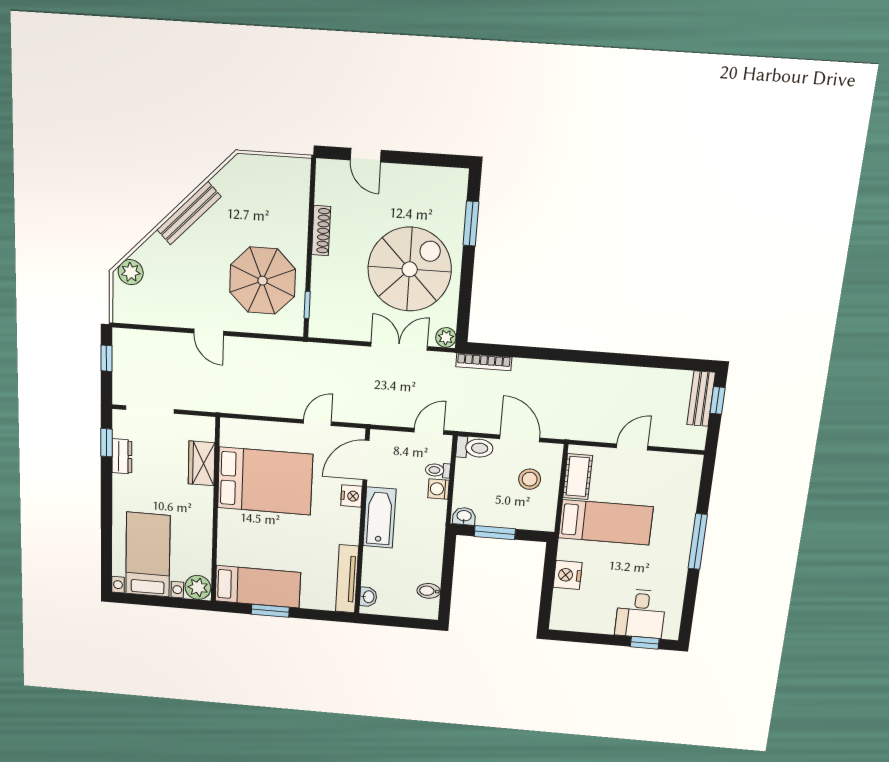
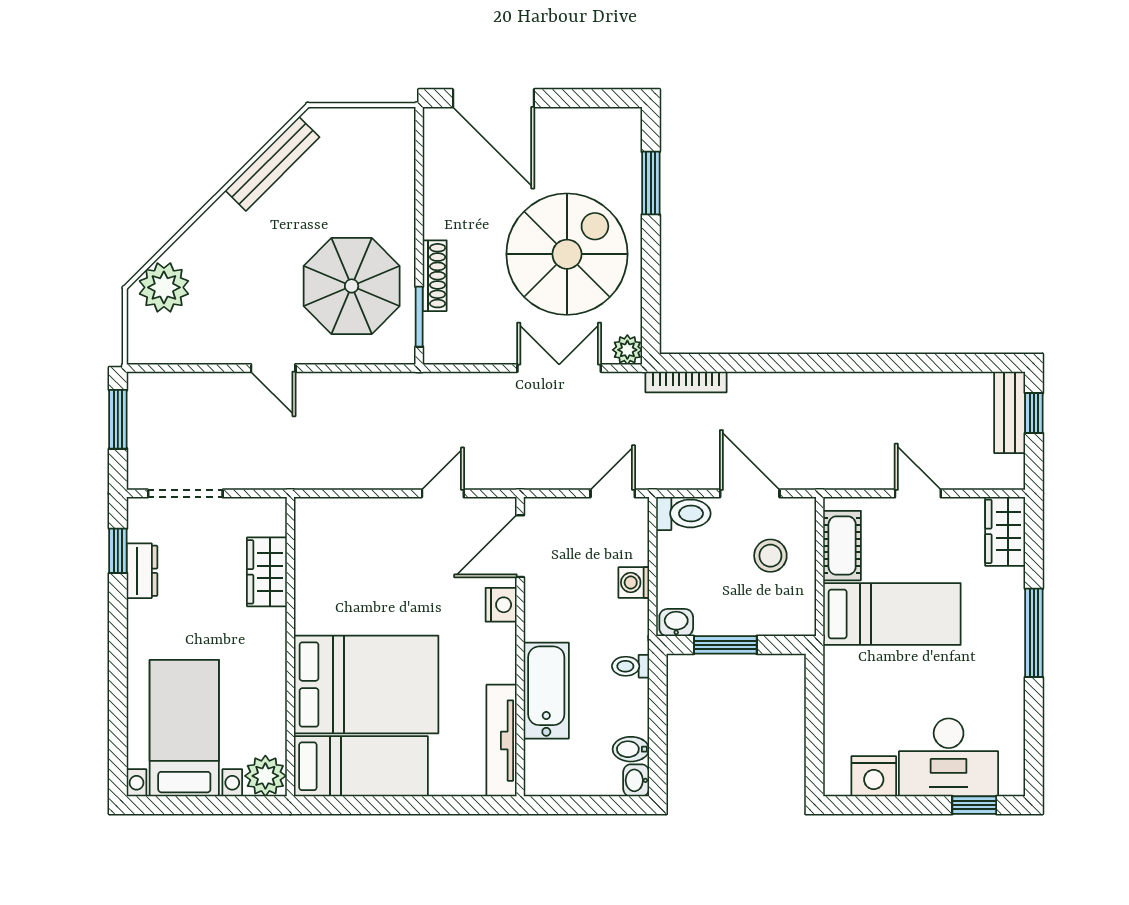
door: (366, 155) -> (493, 98), width x1.87
bench: (189, 213) -> (272, 164), moved
shoe rack: (321, 231) -> (435, 276), moved
plant: (131, 272) -> (164, 287), width x1.36, depth x1.36
window: (307, 305) -> (419, 317), width x1.50
window: (106, 358) -> (118, 419), width x1.50
door: (632, 447) -> (918, 493), hinge flipped
toilet: (438, 470) -> (631, 666), moved
wardrobe: (687, 476) -> (1005, 531), added
bed: (265, 481) -> (366, 684), moved
bathtub: (379, 518) -> (546, 691), moved
nightstand: (568, 575) -> (874, 776), moved, turned -90
washbasin: (368, 597) -> (636, 780), moved, turned 180
window: (270, 611) -> (382, 805), removed
desk: (641, 614) -> (949, 757), width x1.37

